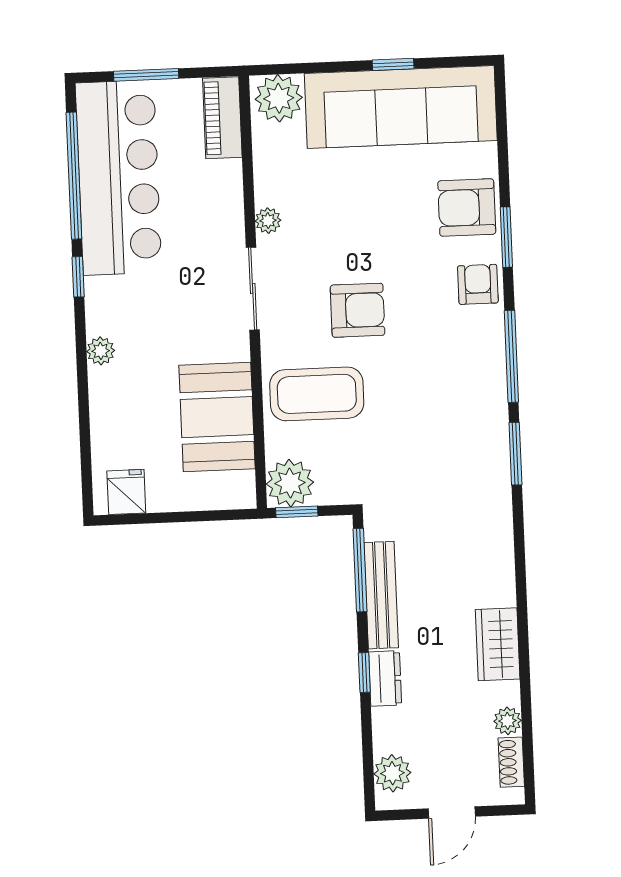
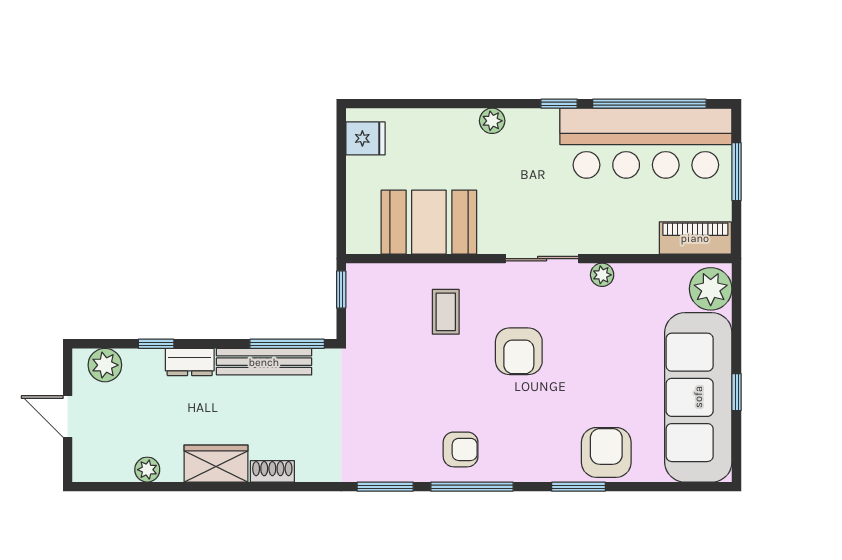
armchair: (478, 284) -> (461, 449), moved
coffee table: (317, 394) -> (446, 312), width x0.54, depth x0.58
plant: (290, 483) -> (367, 285), removed
window: (364, 673) -> (156, 344), moved
shoe rack: (511, 762) -> (272, 471), moved

